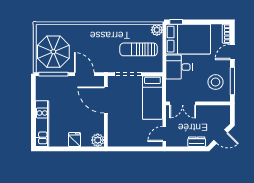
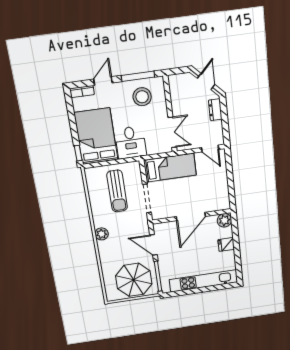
plant: (157, 30) -> (102, 234), moved
door: (232, 52) -> (103, 81), swing flipped
door: (84, 74) -> (154, 245), hinge flipped
door: (106, 100) -> (191, 216), moved
kitchen unit: (42, 124) -> (204, 281), width x1.36

